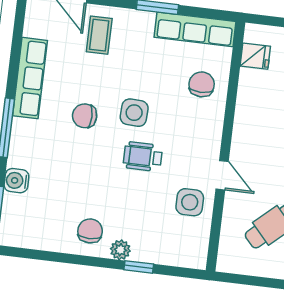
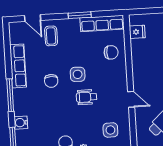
chair: (202, 84) -> (111, 52), turned 90
chair: (85, 116) -> (51, 81), turned -90
side table: (190, 202) -> (110, 130), moved

